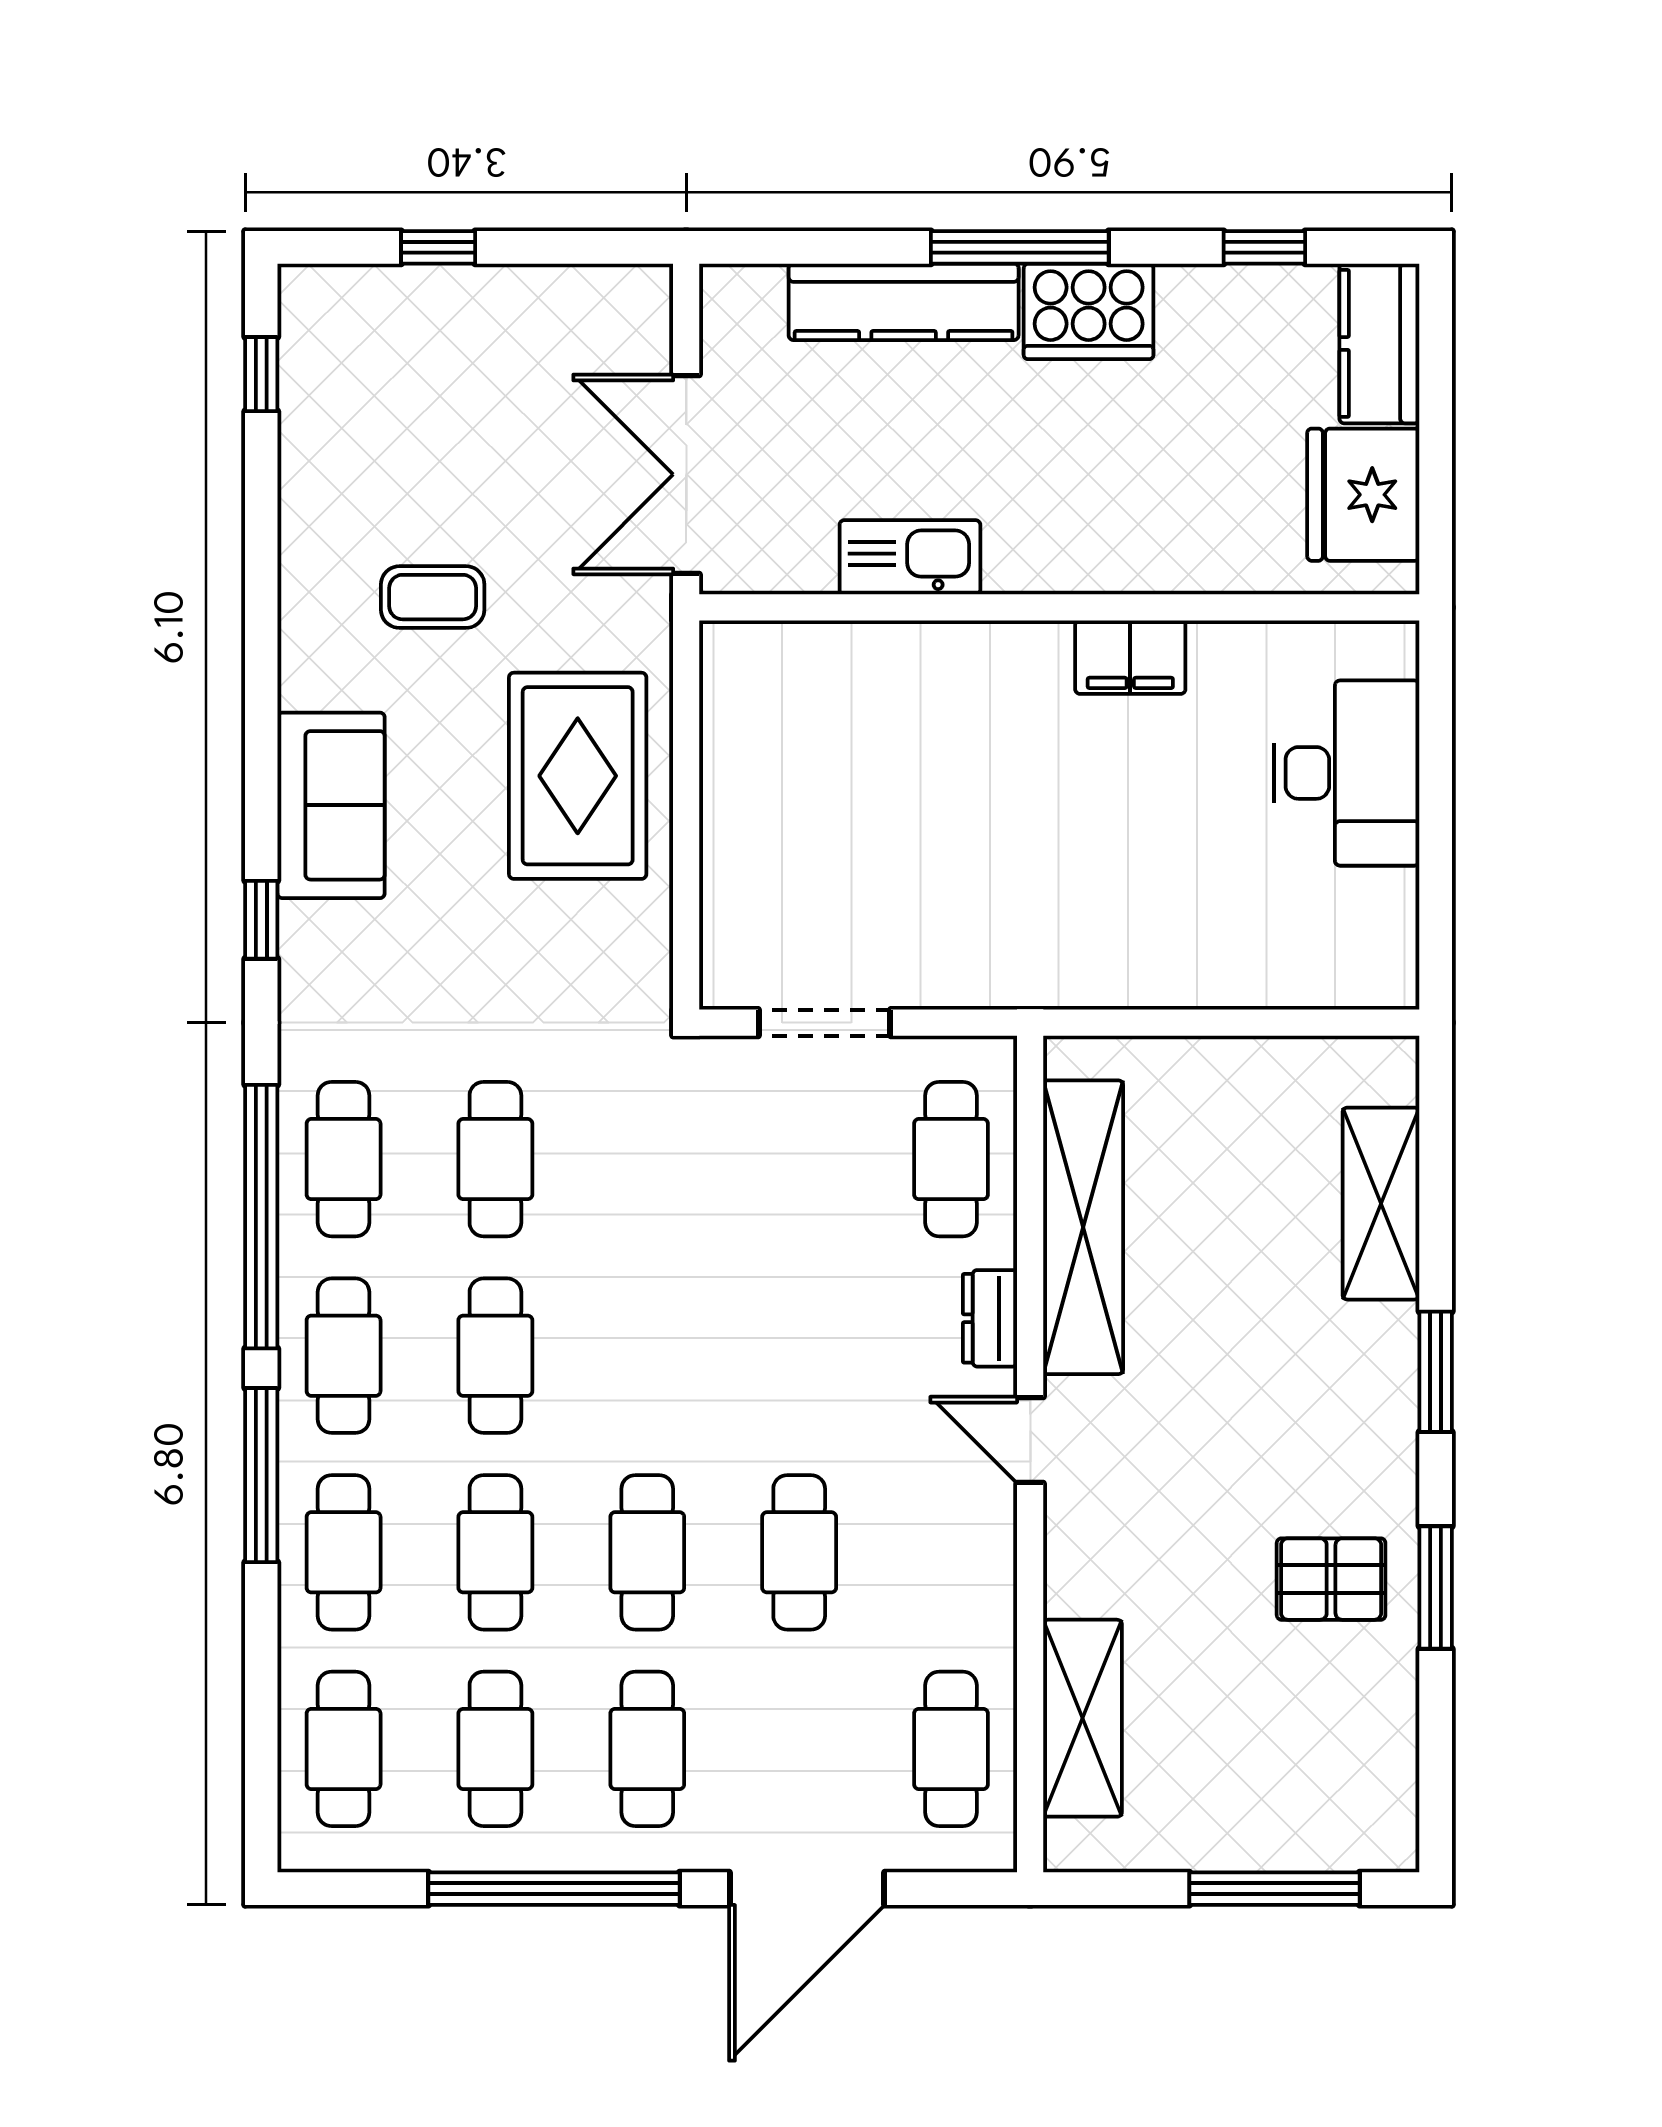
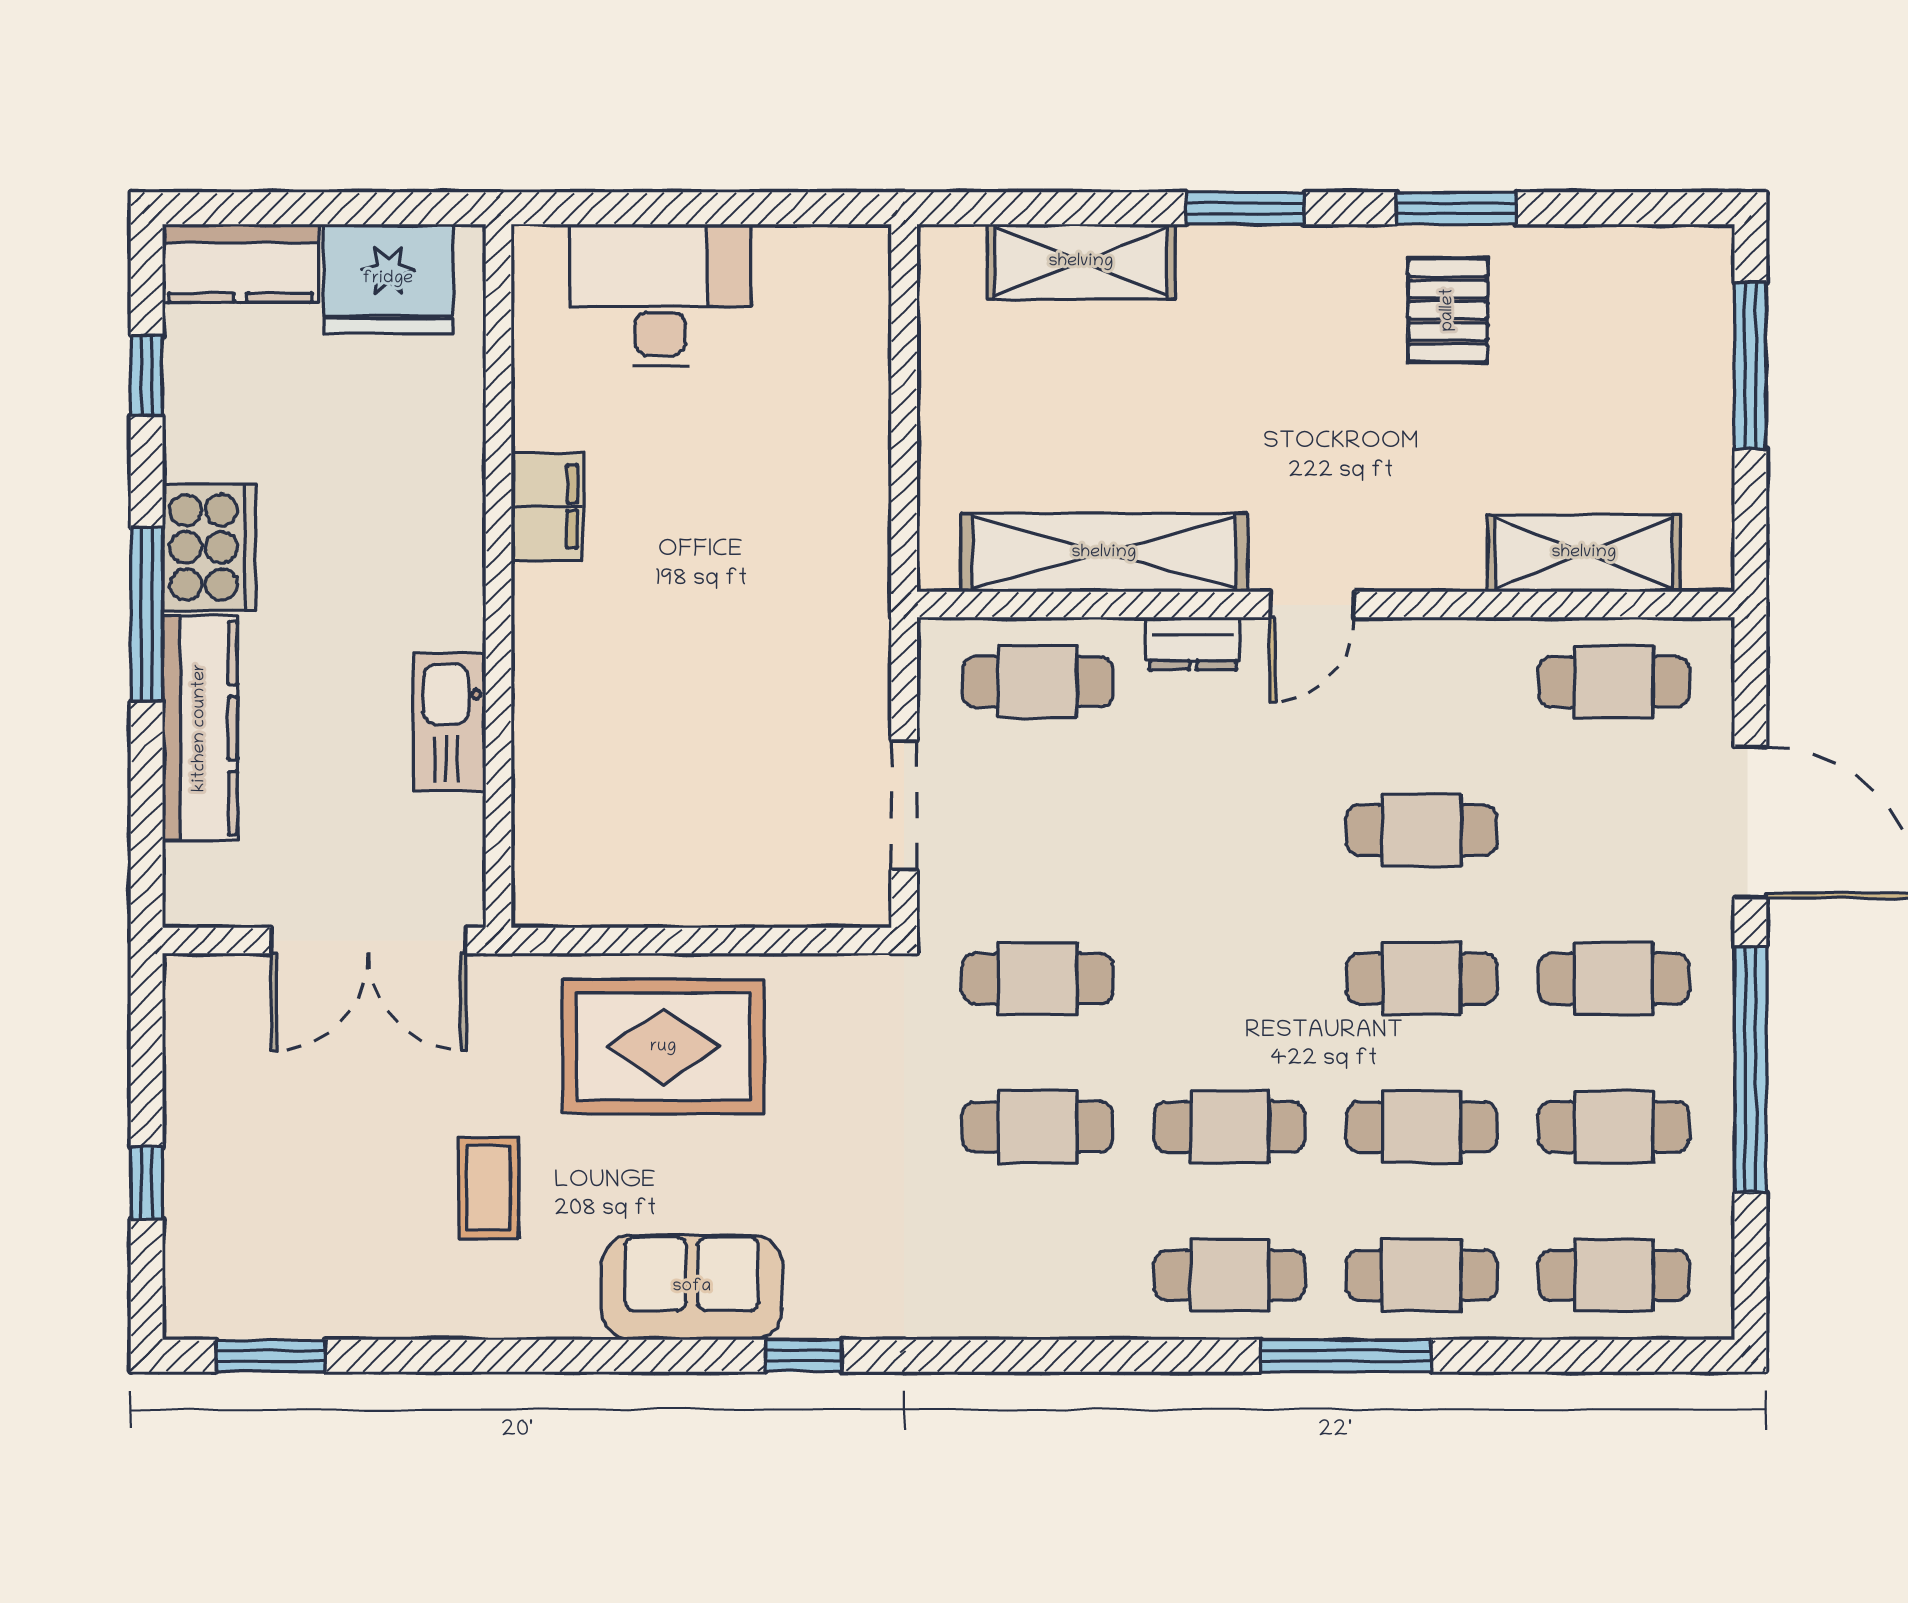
window: (261, 374) -> (271, 1356), width x1.50
cafe table: (344, 1159) -> (1038, 979), moved
window: (261, 1217) -> (1094, 1356), removed

